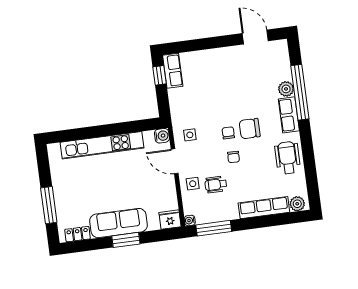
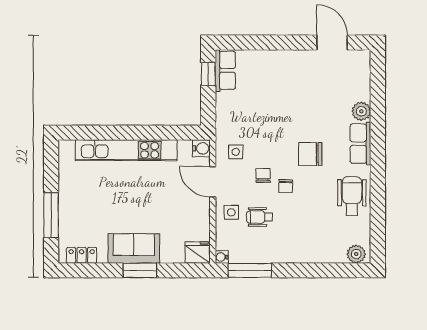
window: (300, 92) -> (378, 118), removed
chair: (228, 133) -> (263, 175), moved
row of seats: (264, 208) -> (315, 253), removed
sofa: (119, 223) -> (134, 248), width x0.73

